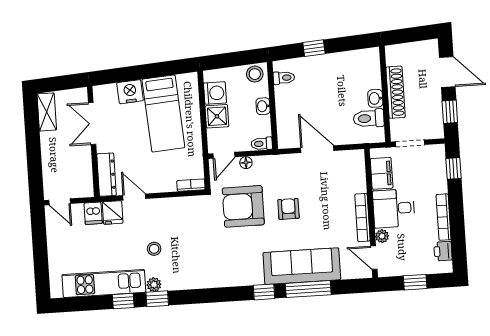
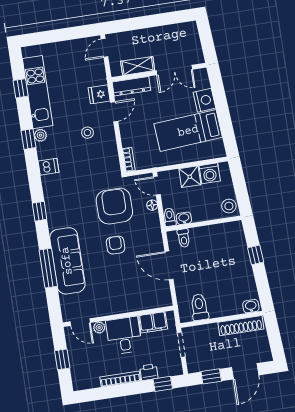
toilet: (284, 78) -> (184, 238), moved
shoe rack: (395, 92) -> (241, 326), moved
washbasin: (375, 98) -> (251, 306), moved
washbasin: (263, 106) -> (184, 218), moved
shelving: (47, 112) -> (138, 66), moved
double door: (92, 123) -> (174, 70), swing flipped
door: (317, 149) -> (169, 265), swing flipped
armchair: (288, 209) -> (116, 245), turned -90
dishwasher: (93, 213) -> (48, 167), moved, turned 180
bookcase: (362, 218) -> (114, 309), removed
stool: (154, 249) -> (87, 133), moved
printer: (443, 251) -> (149, 372), moved
door: (374, 258) -> (80, 322), swing flipped
window: (264, 292) -> (40, 211), moved
window: (123, 301) -> (21, 88), moved

